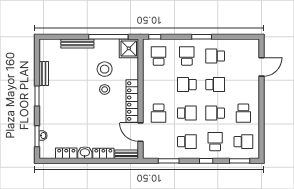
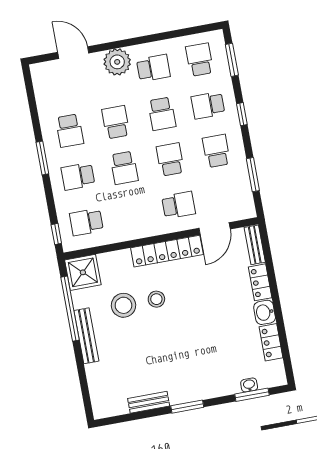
bench: (77, 44) -> (86, 336), moved
plant: (251, 92) -> (117, 62), added

